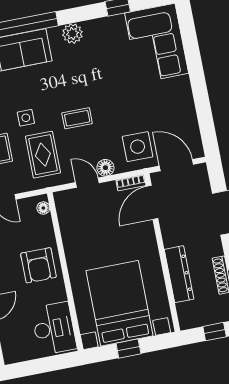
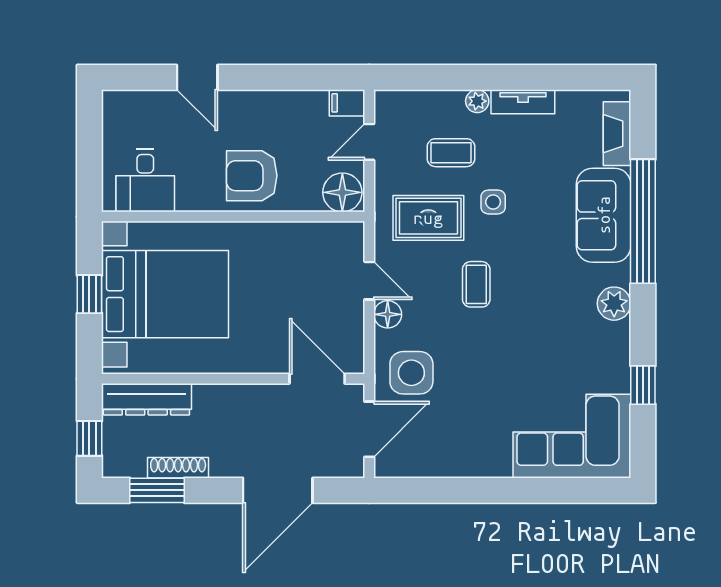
door: (87, 183) -> (369, 281), hinge flipped
bookcase: (131, 183) -> (355, 351), removed
floor lamp: (43, 208) -> (342, 192), width x1.89, depth x1.89
dresser: (179, 274) -> (146, 399), moved
desk: (54, 328) -> (145, 181), width x0.73

